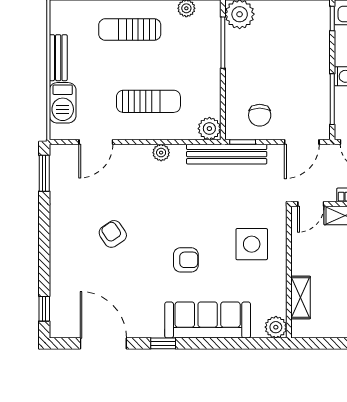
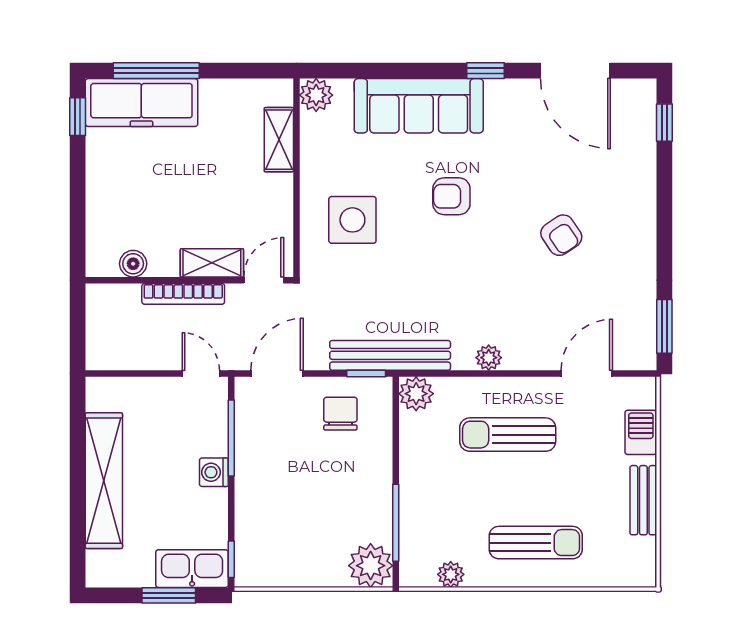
barbecue: (63, 103) -> (641, 432), width x0.73, depth x0.79

